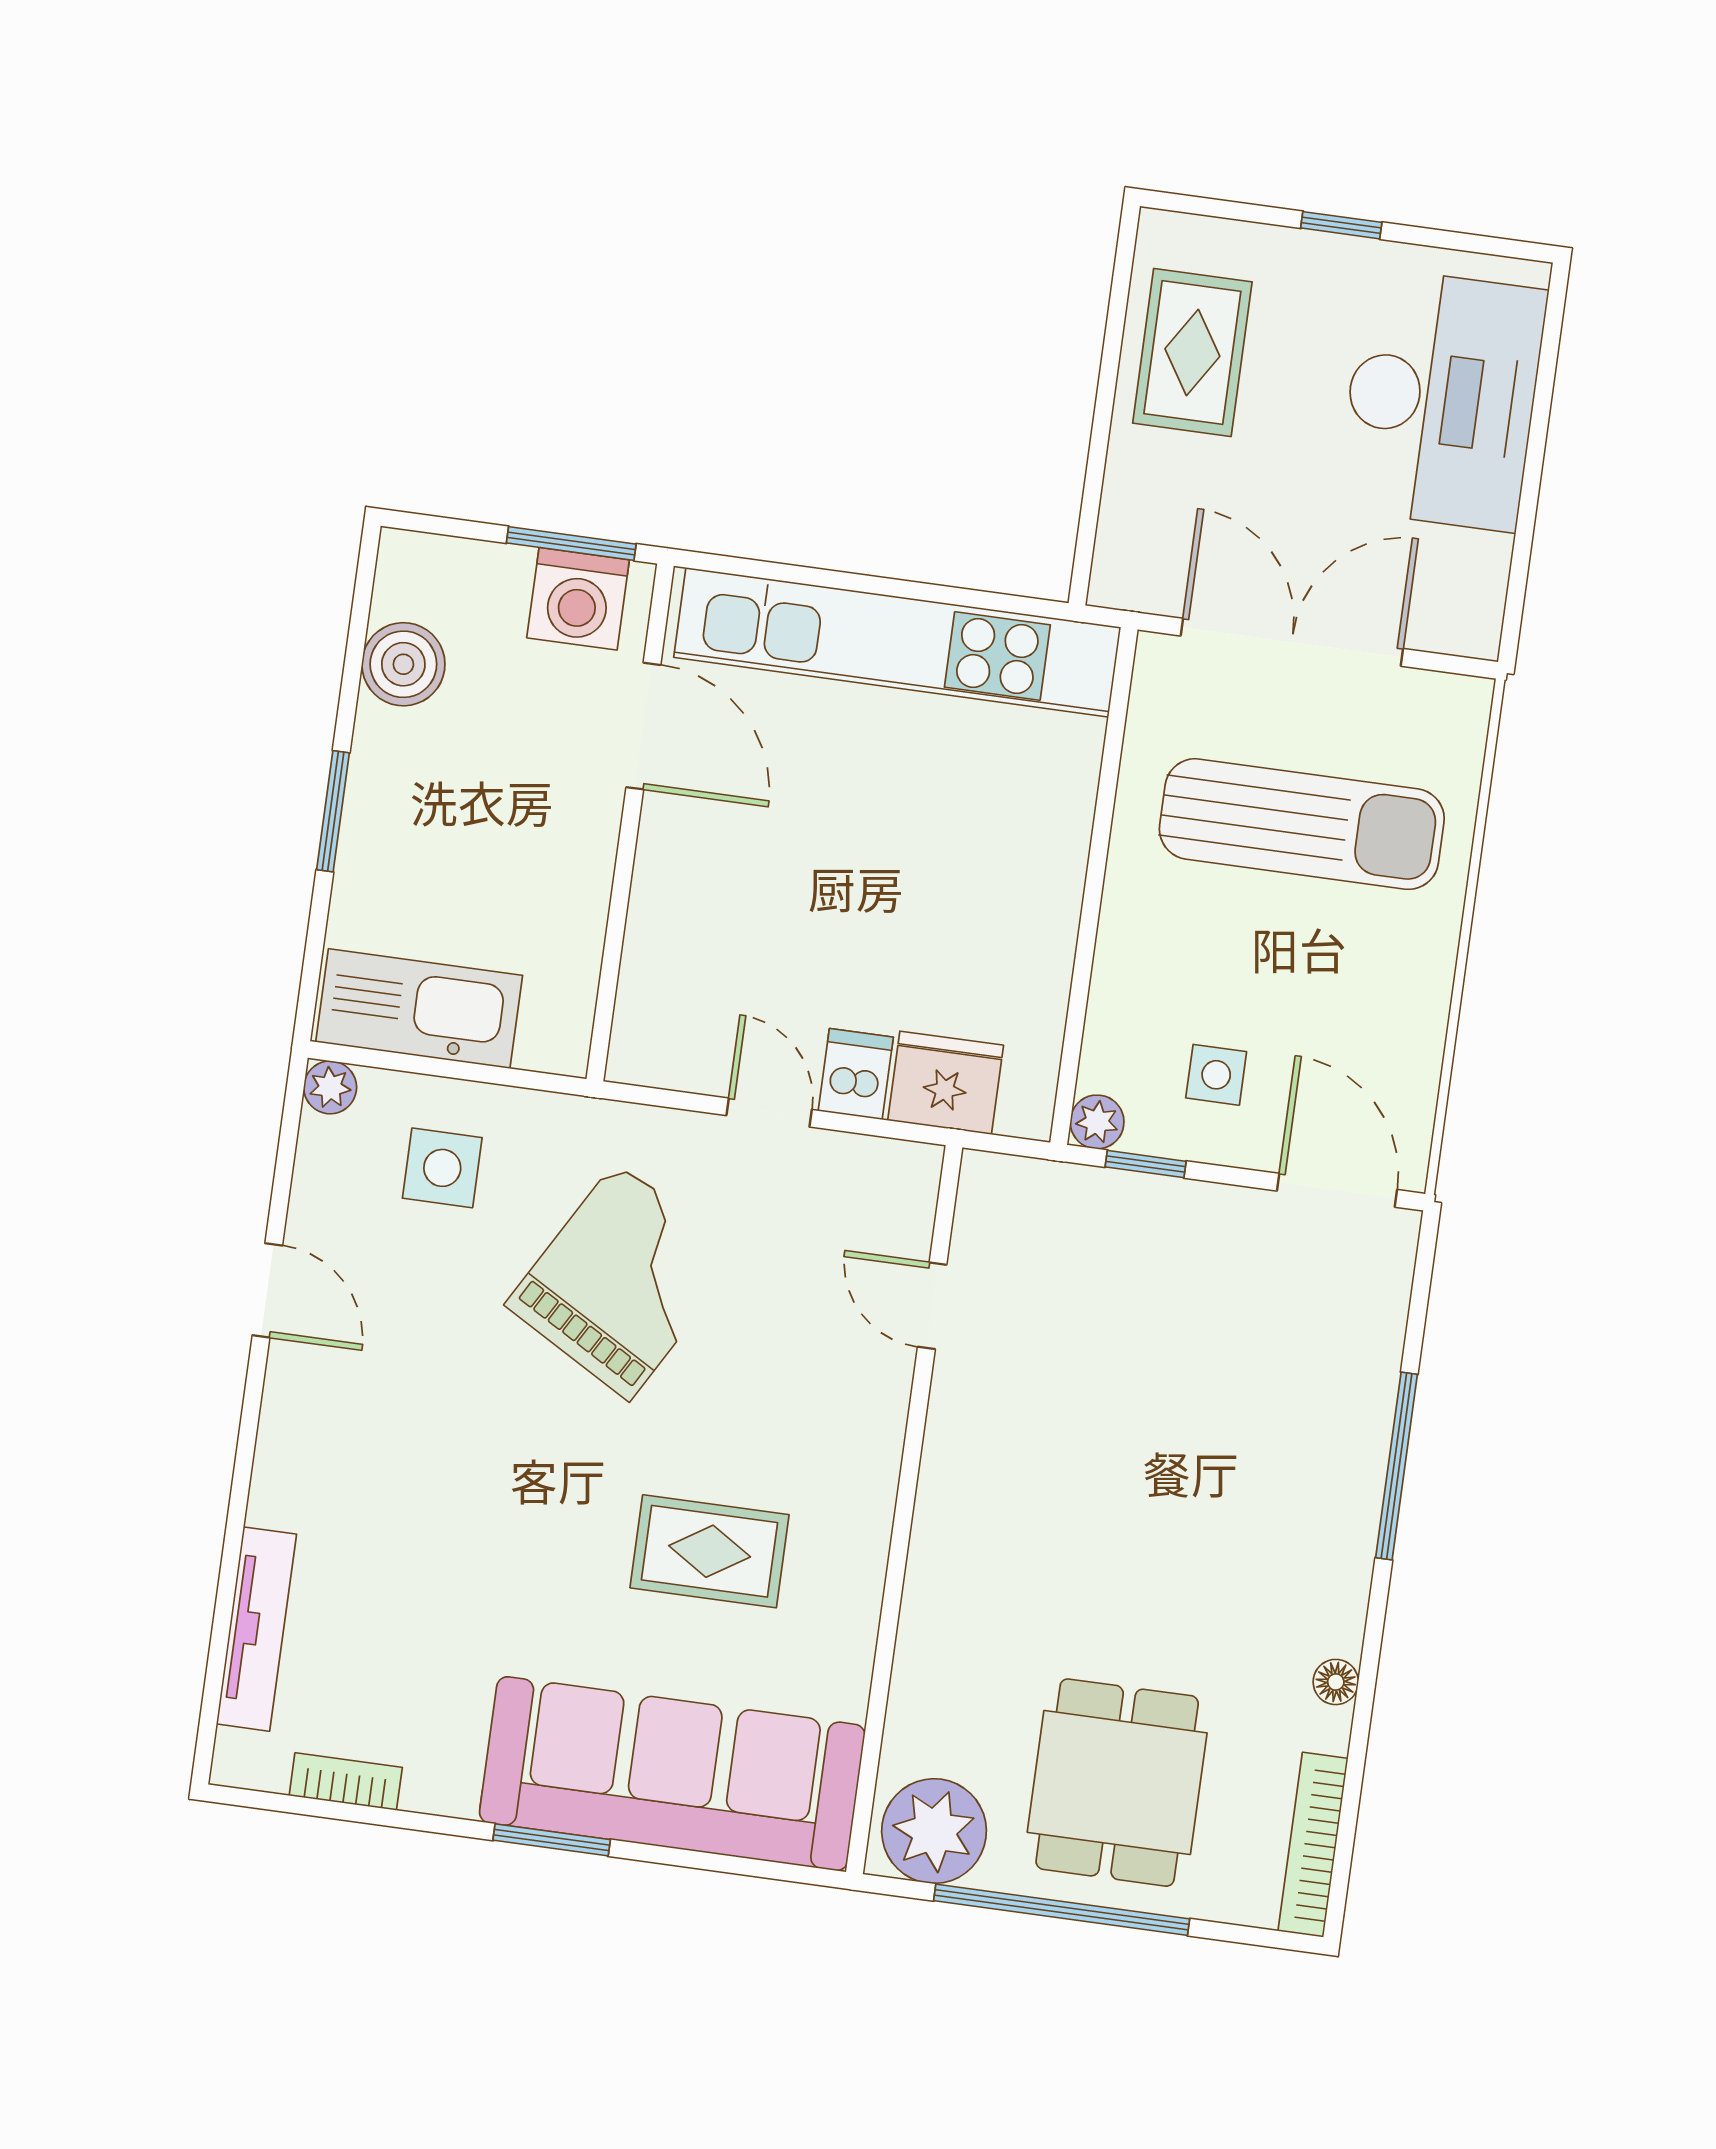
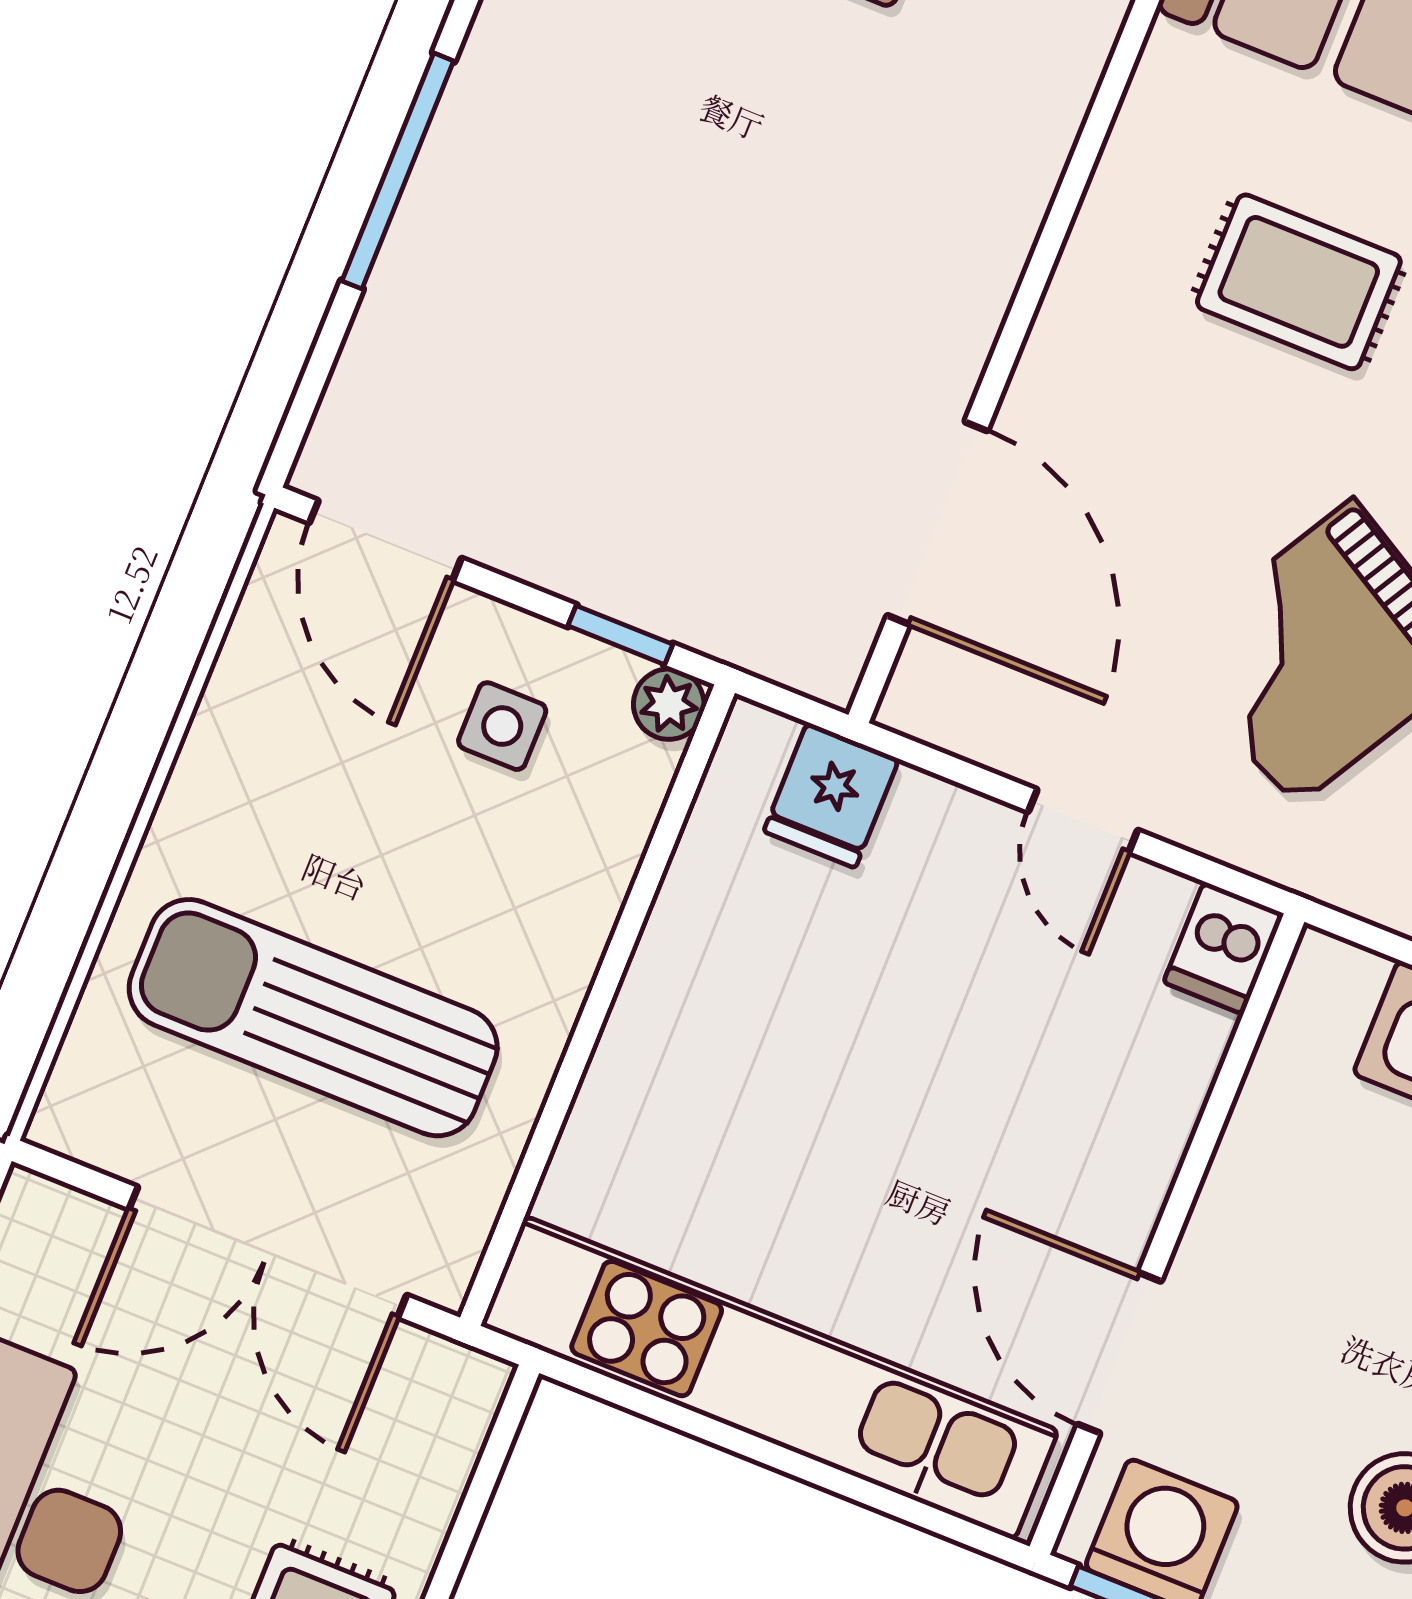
dishwasher: (856, 1074) -> (1223, 948), moved
fridge: (946, 1083) -> (831, 795), width x0.72
door: (932, 1306) -> (937, 523), width x1.87

